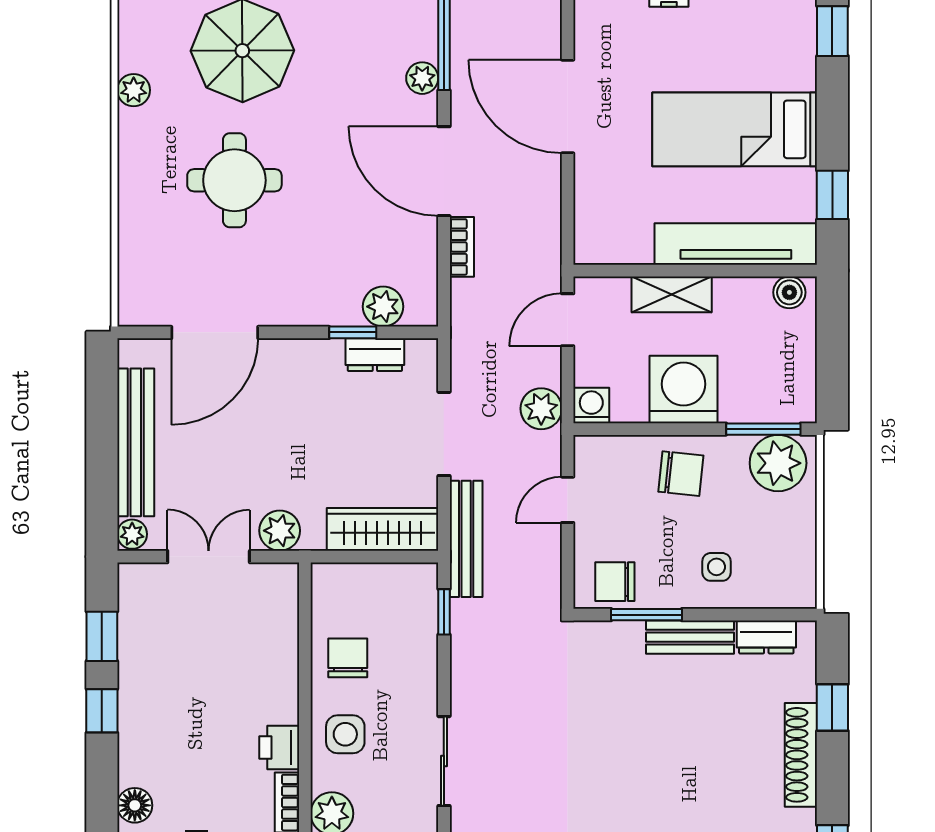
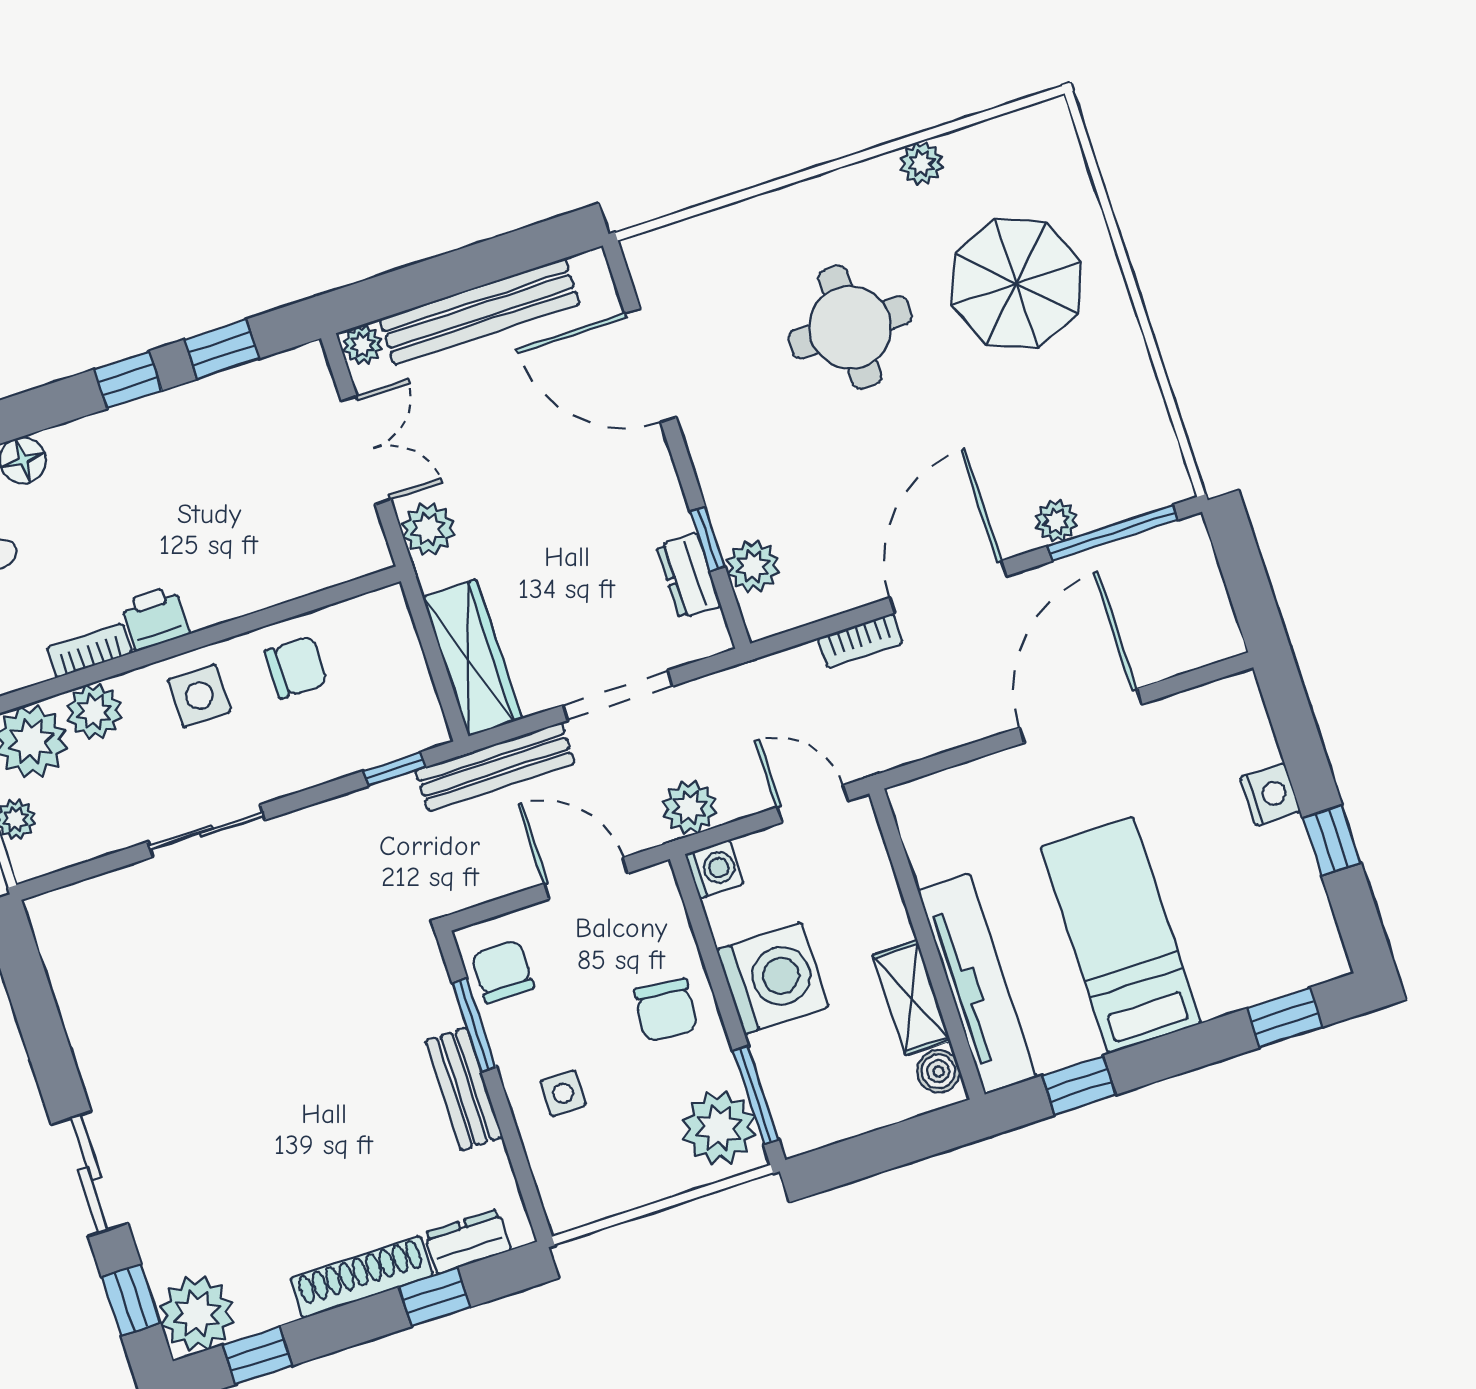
shelving: (672, 294) -> (911, 998), moved
door: (568, 500) -> (586, 878), width x1.38
dresser: (766, 637) -> (468, 1242), moved, turned 90

